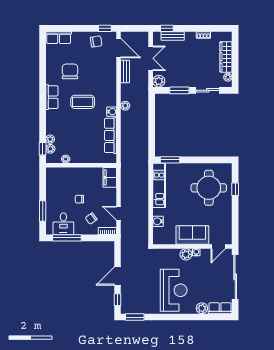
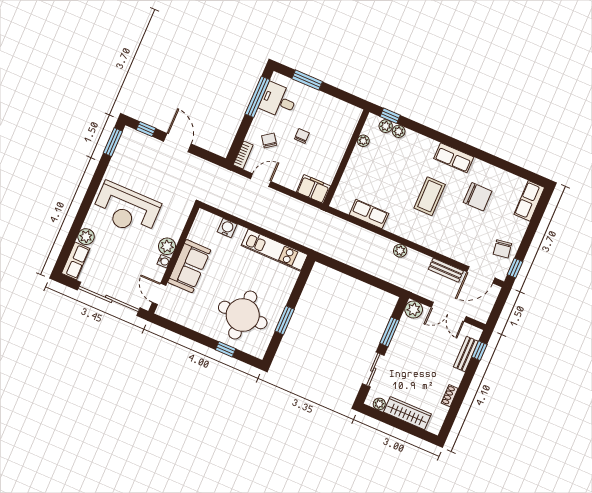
water cooler: (112, 112) -> (400, 229), removed
row of seats: (111, 135) -> (369, 214), width x0.68
window: (170, 160) -> (285, 320), moved

